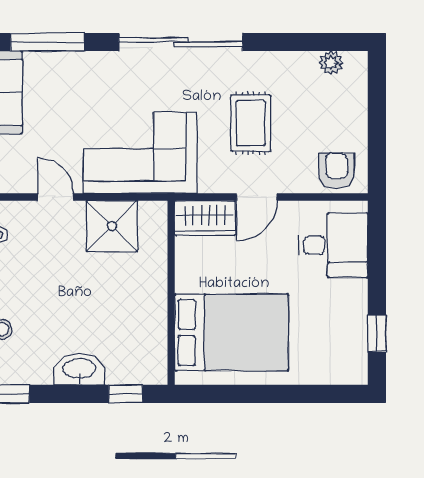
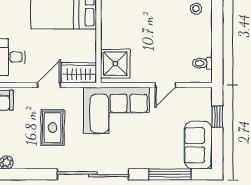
door: (55, 197) -> (165, 85), hinge flipped
shower: (112, 226) -> (115, 64), moved

